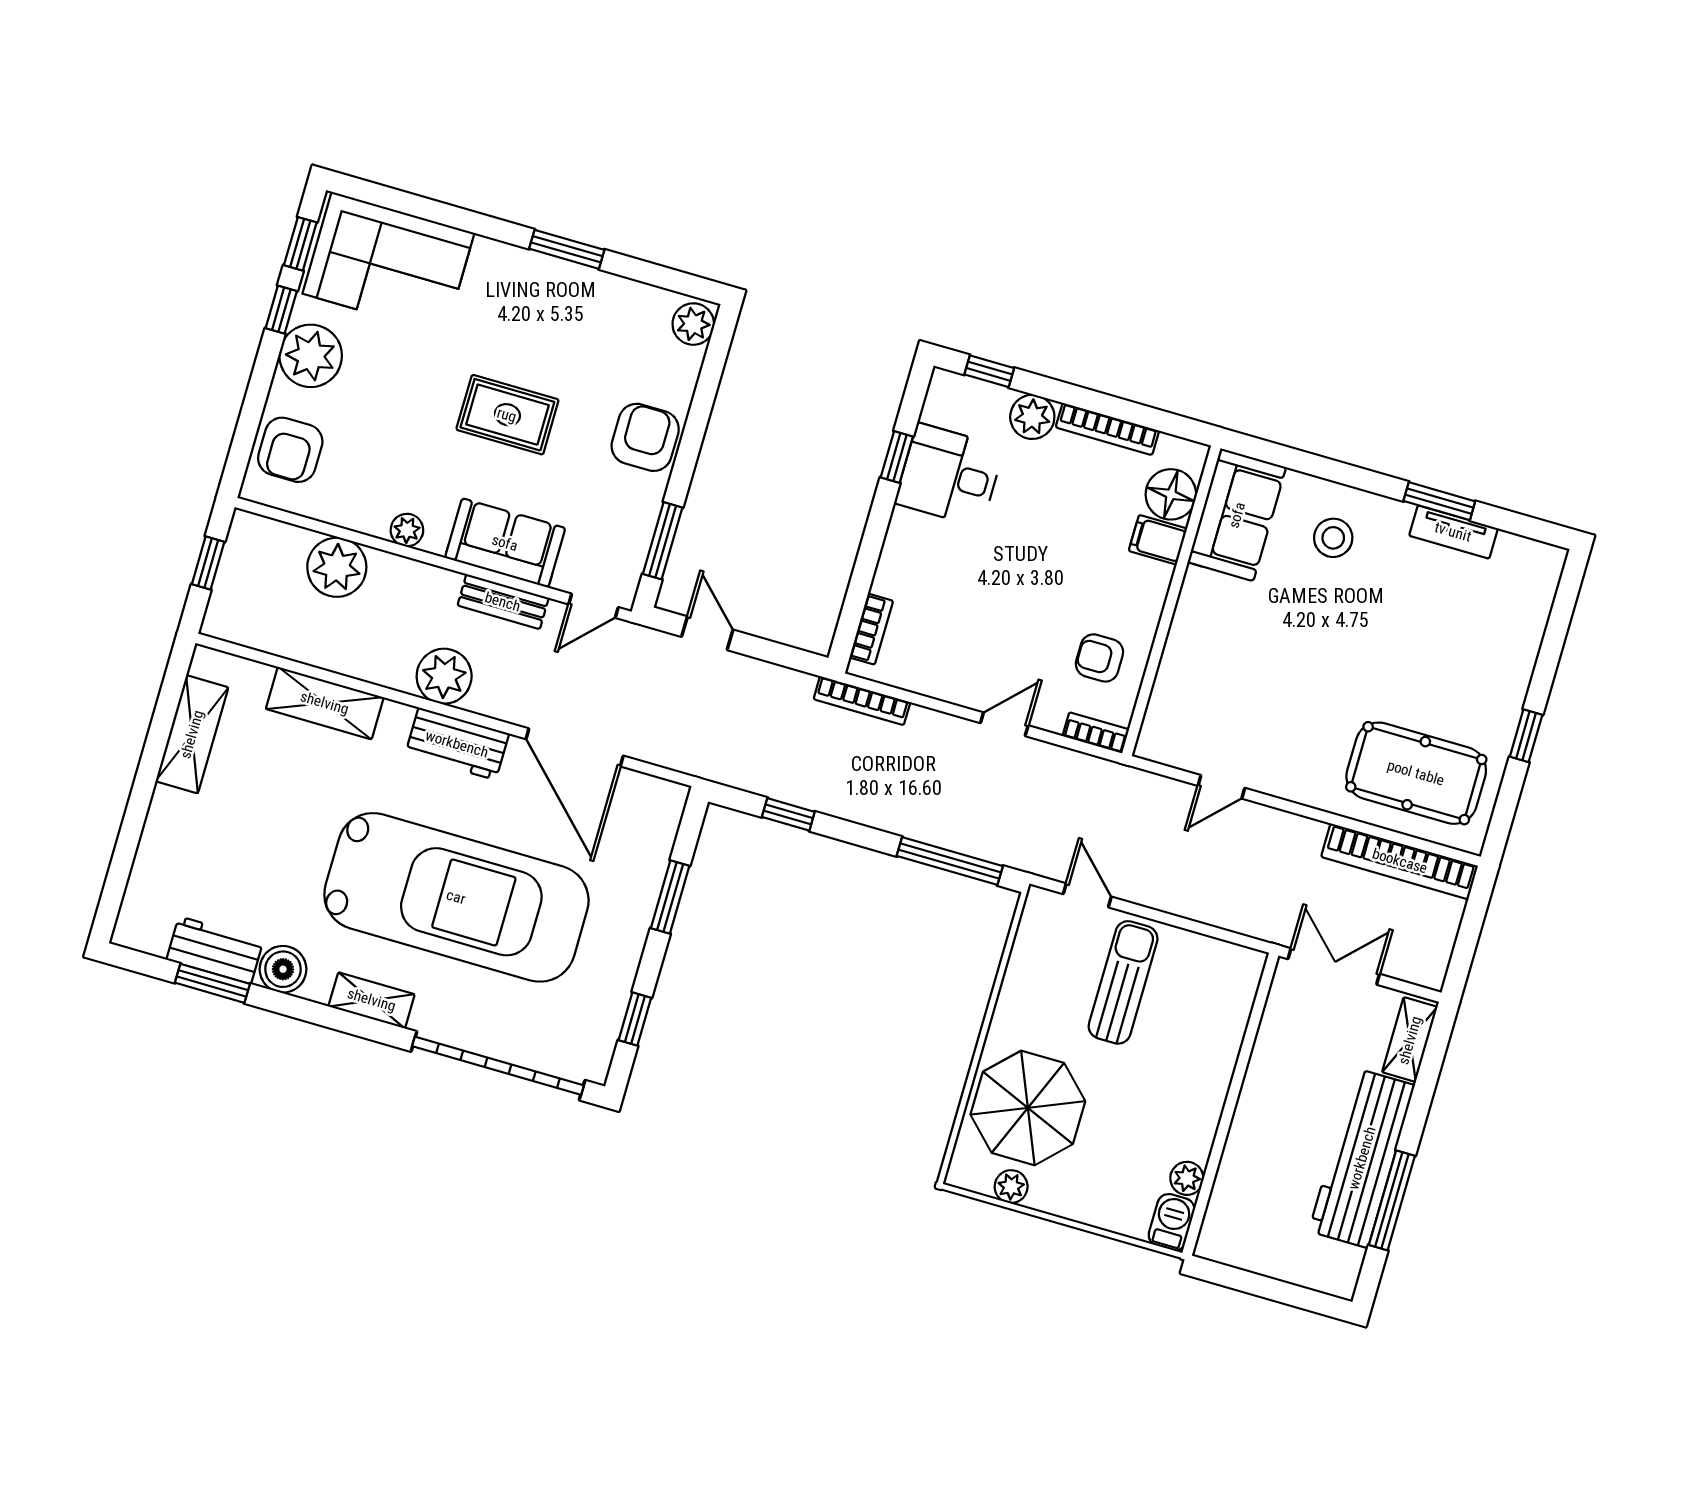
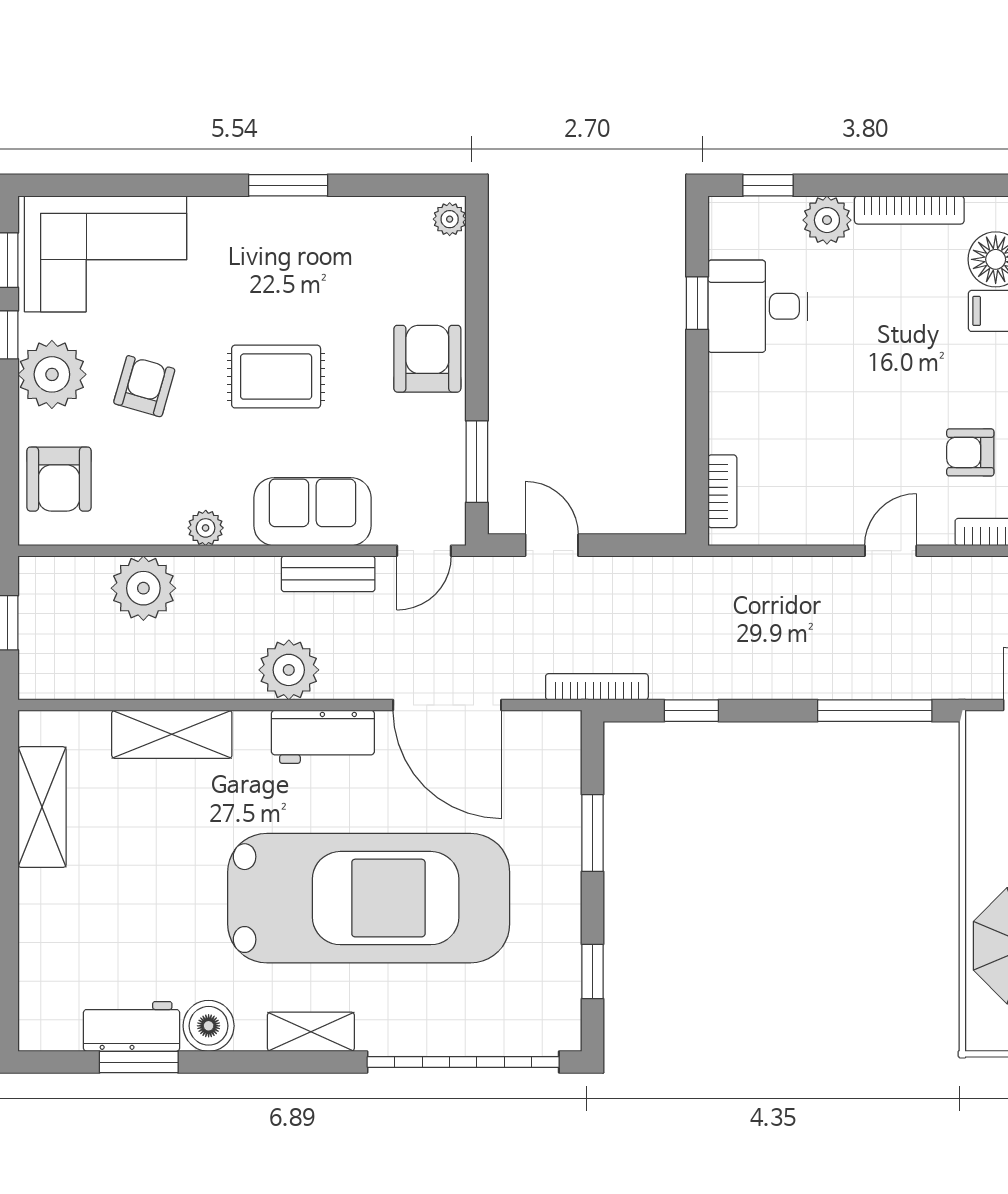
plant: (693, 324) -> (450, 219), width x0.73, depth x0.73
armchair: (389, 390) -> (144, 386), added
bookcase: (862, 701) -> (597, 687), moved, turned 180

